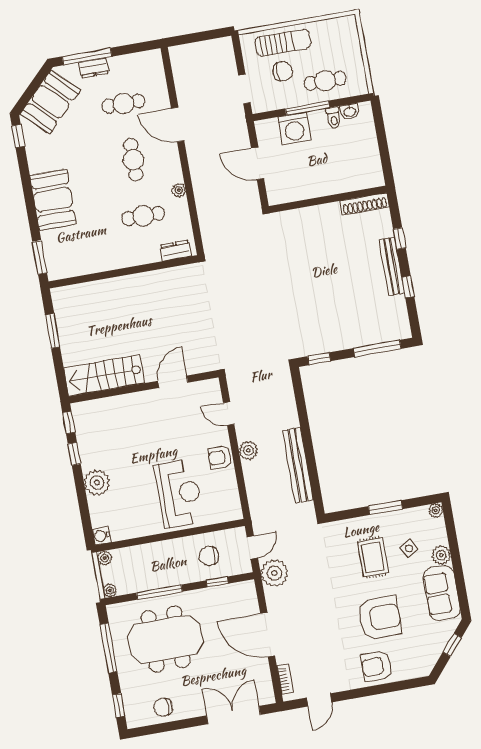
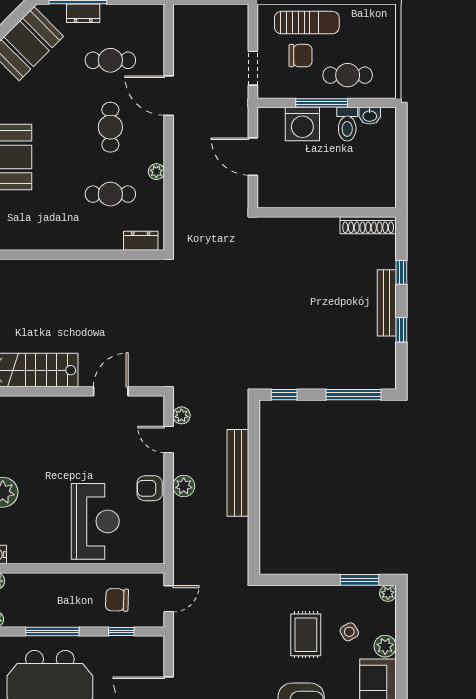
toilet: (334, 118) -> (347, 124), width x1.37, depth x1.39
bench: (298, 465) -> (238, 473), moved
window: (385, 508) -> (360, 580), moved
plant: (274, 573) -> (181, 415), moved, width x0.53, depth x0.53

